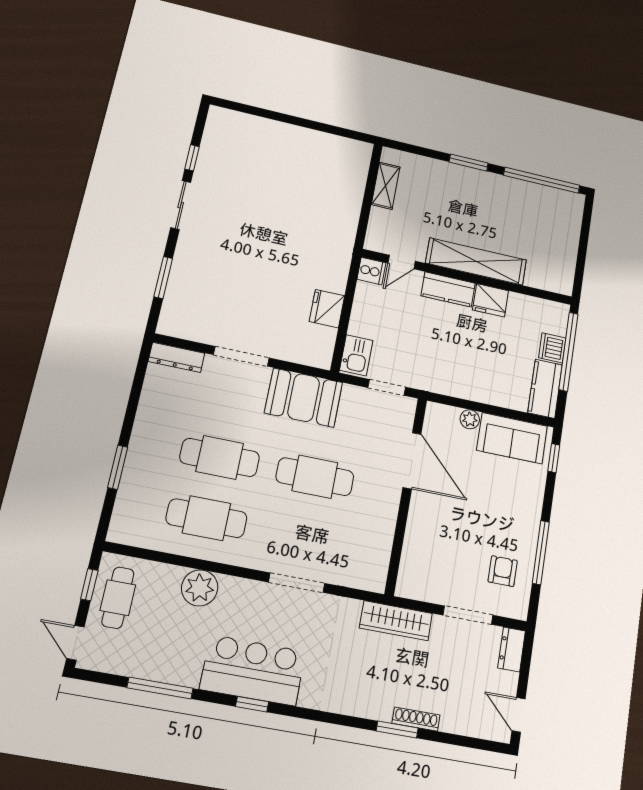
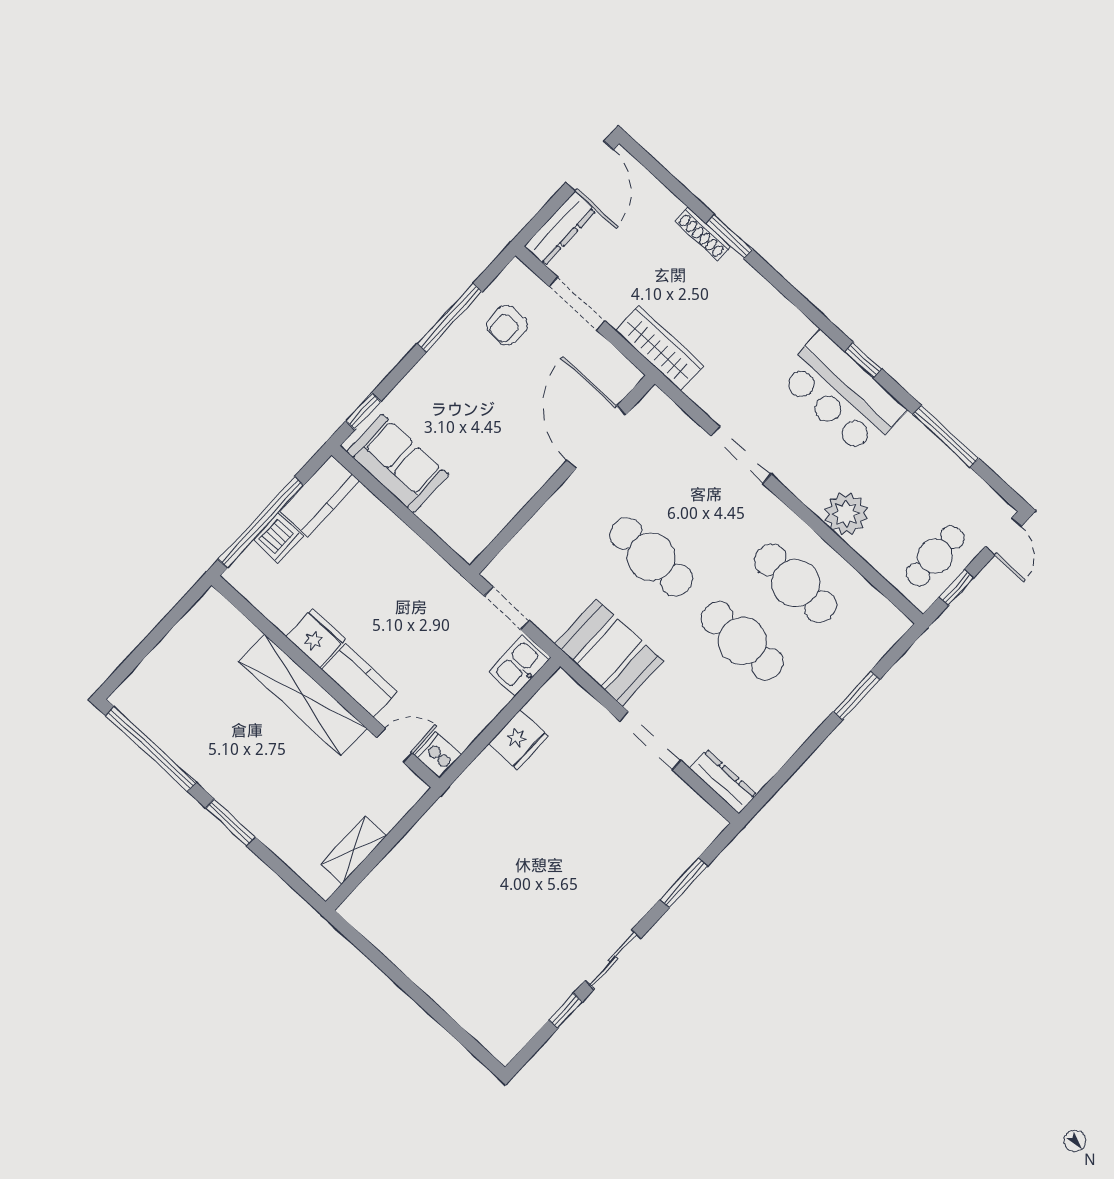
plant: (470, 419) -> (433, 515), removed
door: (412, 461) -> (597, 437), moved
dresser: (512, 649) -> (560, 229), width x1.44
door: (519, 715) -> (590, 166), width x1.38

